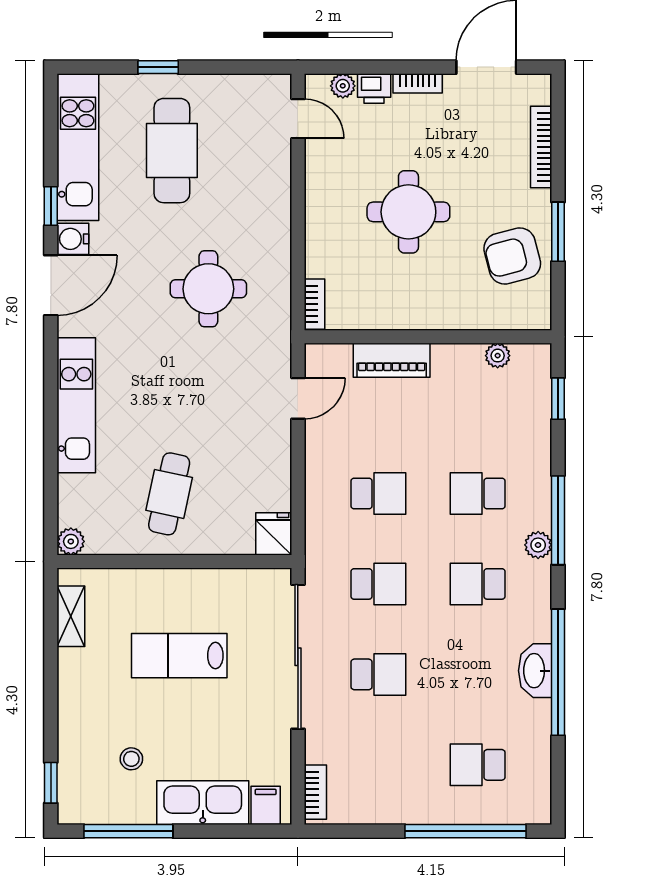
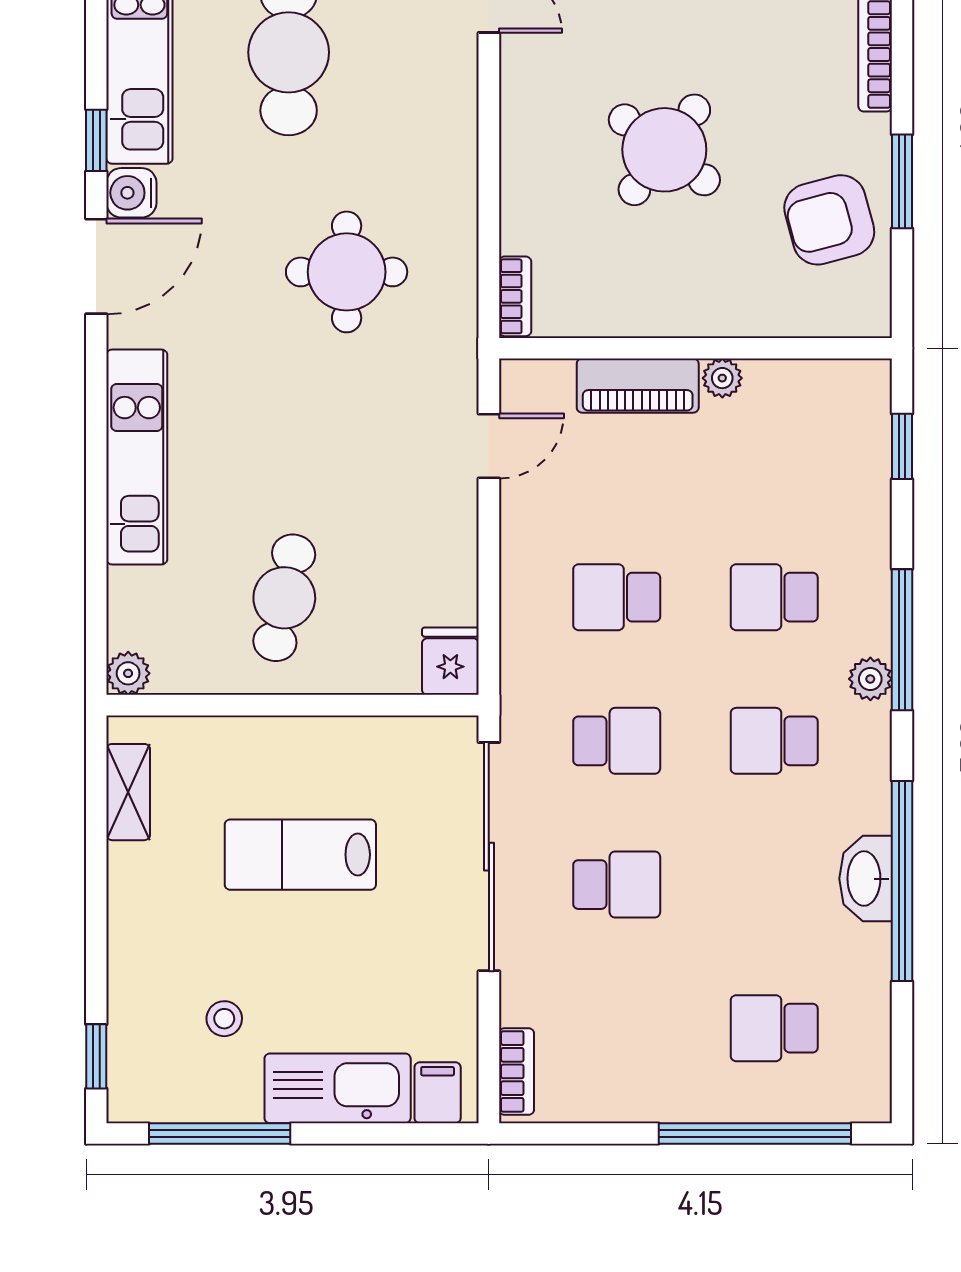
round table: (408, 212) -> (664, 150), turned 37
plant: (498, 356) -> (722, 378), moved
school desk: (378, 494) -> (617, 597), turned 180

